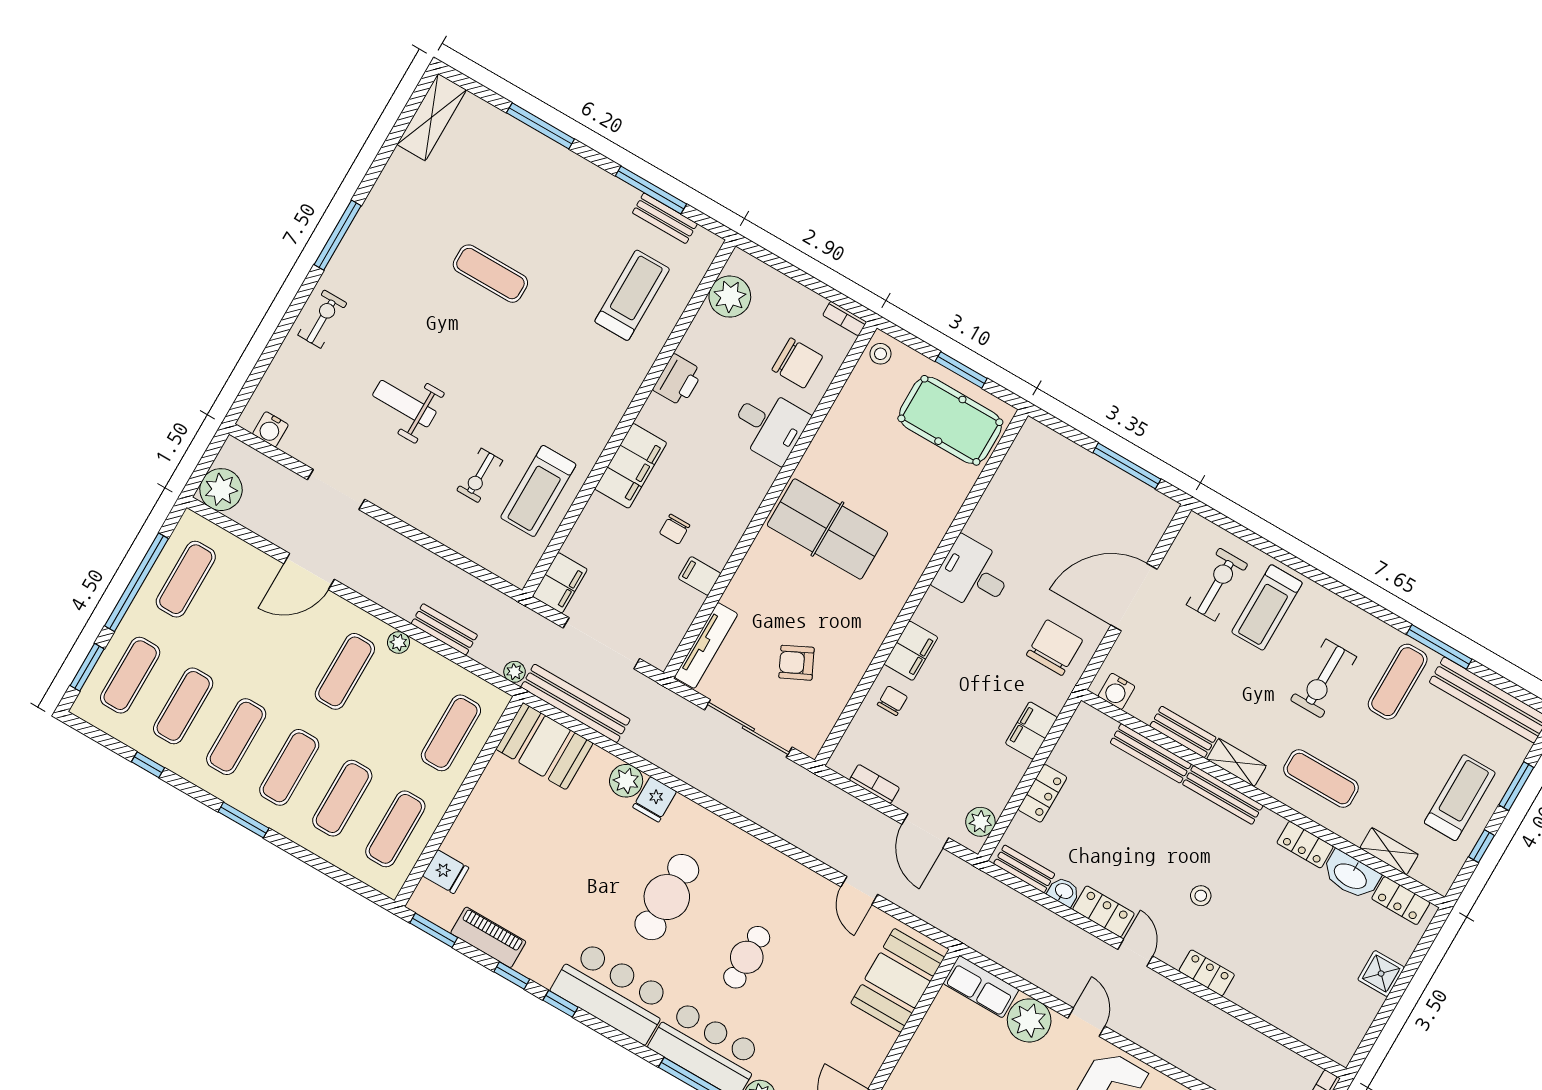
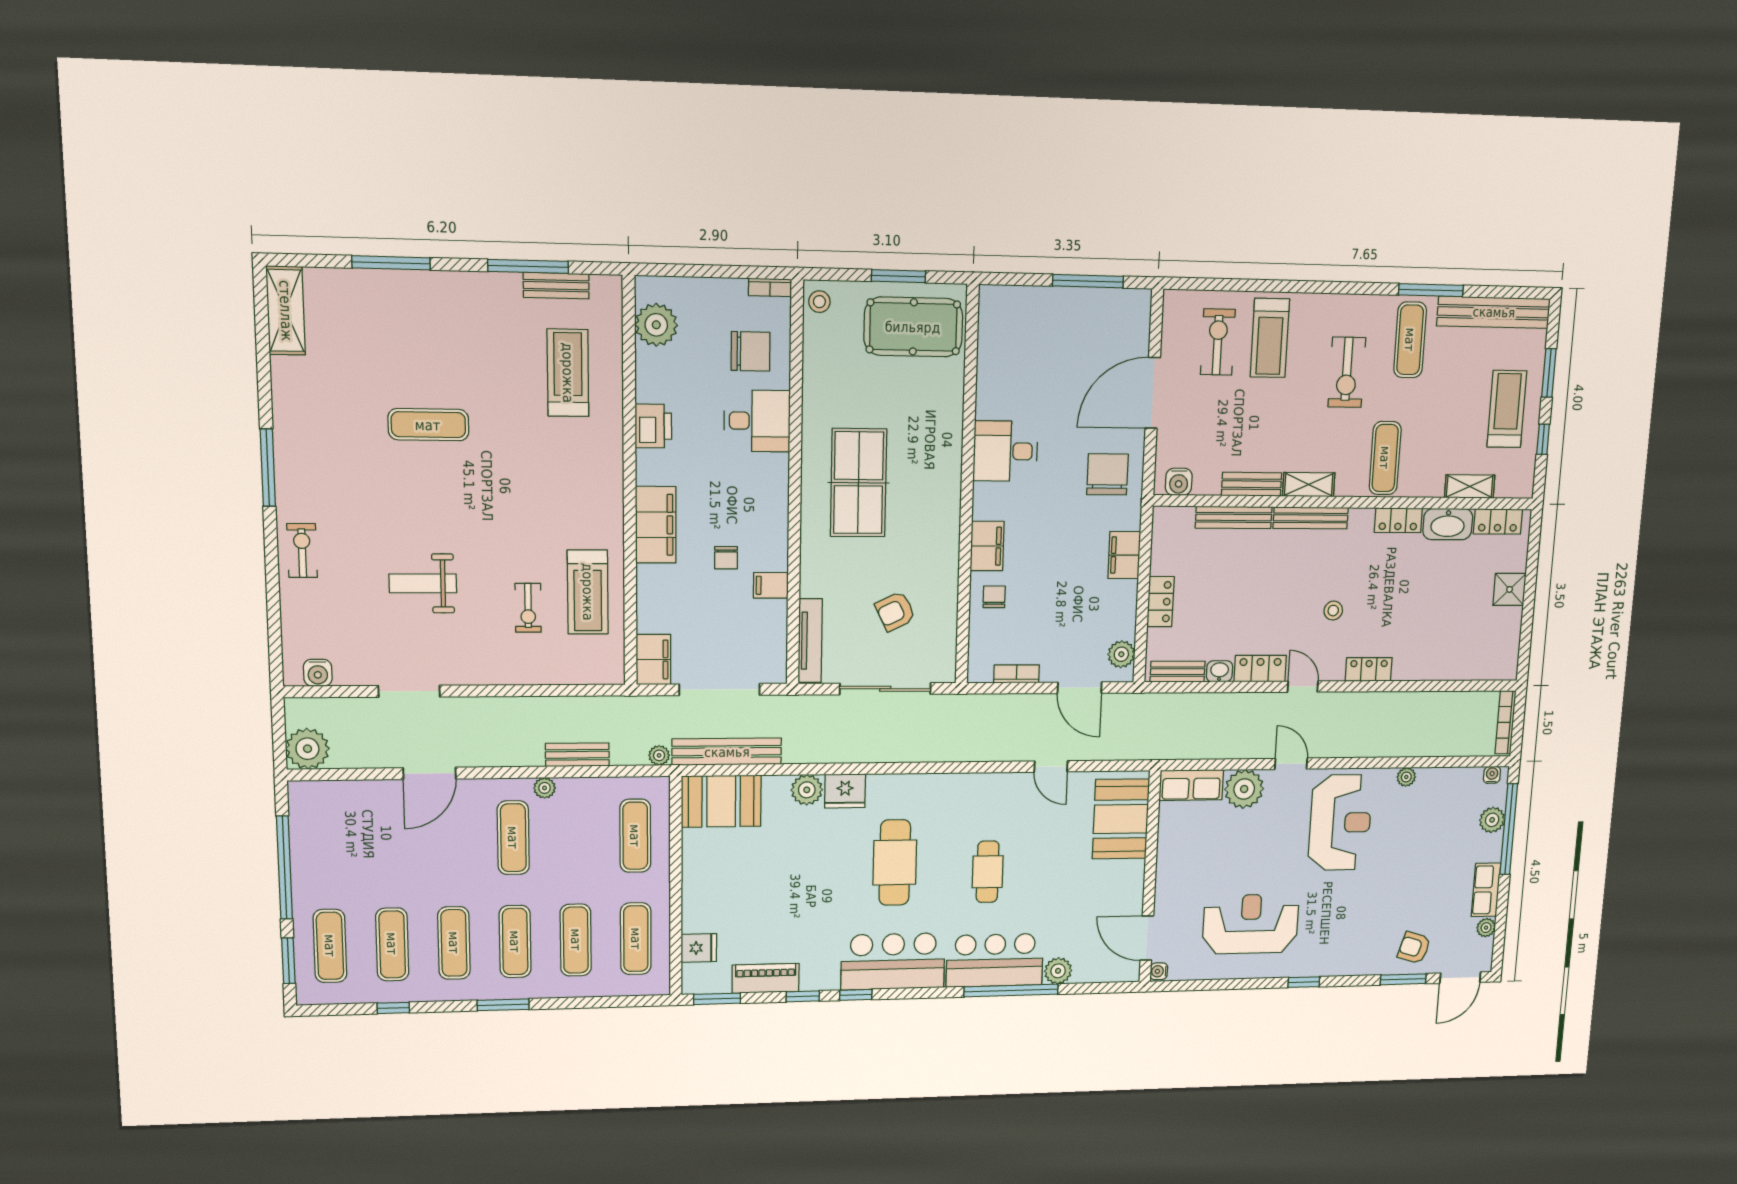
table tennis table: (827, 529) -> (859, 483), turned 90
exercise mat: (186, 579) -> (326, 841), removed
exercise mat: (1321, 779) -> (1385, 458), turned 90
fridge: (655, 799) -> (845, 791), width x1.38

